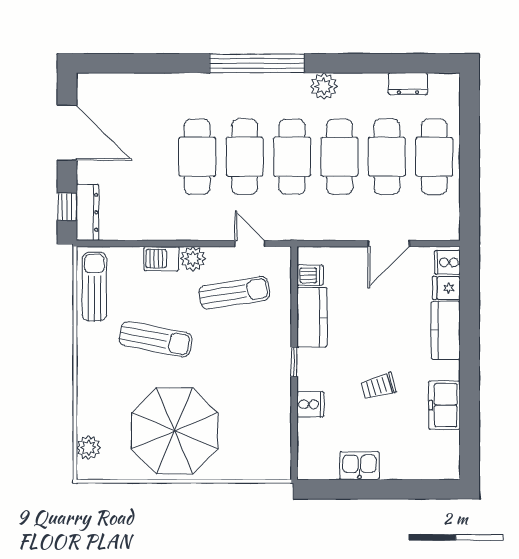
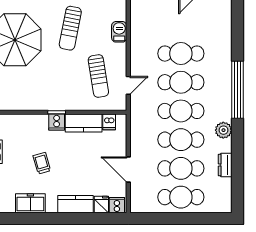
dresser: (408, 84) -> (225, 165), moved
plant: (193, 259) -> (119, 51), removed
cooker: (310, 404) -> (57, 122), moved

